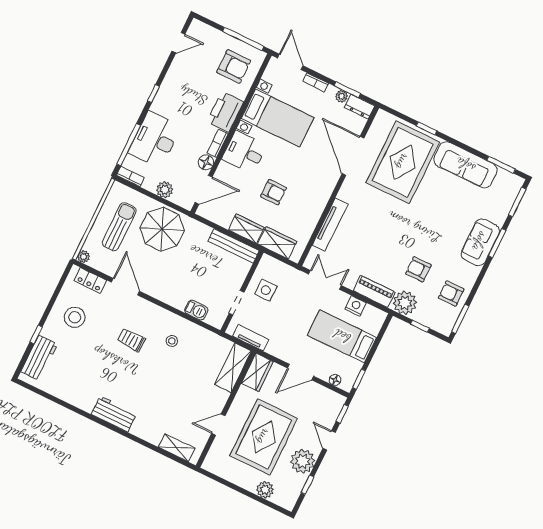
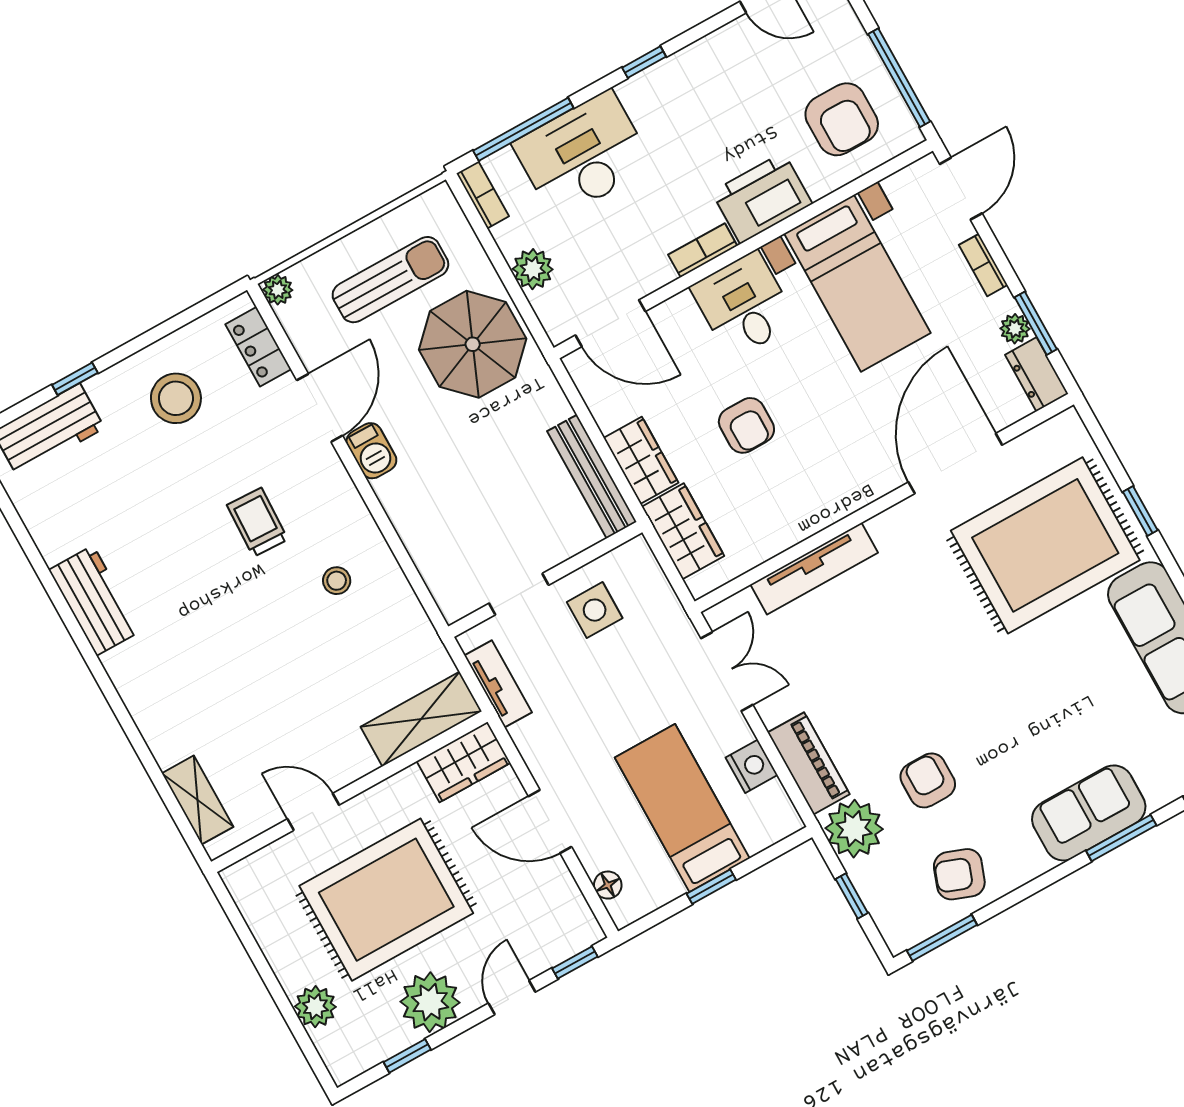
floor lamp: (206, 162) -> (653, 272), removed
armchair: (451, 293) -> (959, 874), turned -70
barbecue: (196, 310) -> (371, 451), moved
window: (359, 379) -> (711, 887), moved
workbench: (114, 414) -> (95, 601), moved

